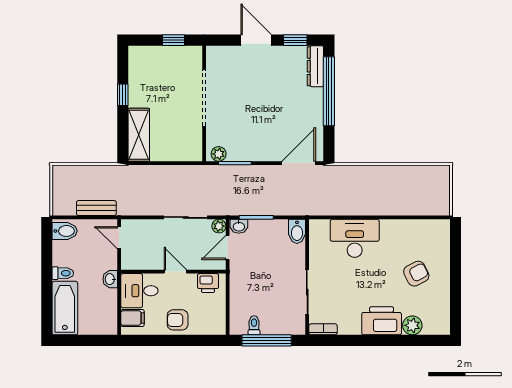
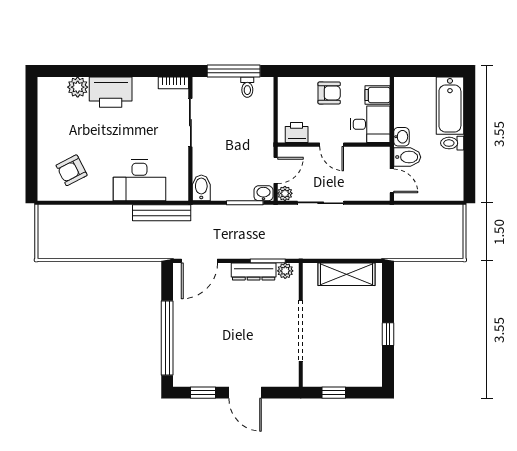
dresser: (315, 66) -> (254, 272), moved, turned 90
shelving: (139, 135) -> (347, 274), moved, turned 90
bench: (96, 208) -> (162, 213), moved, width x1.36
bidet: (65, 231) -> (407, 157), moved, turned 180
armchair: (416, 274) -> (72, 170), moved

